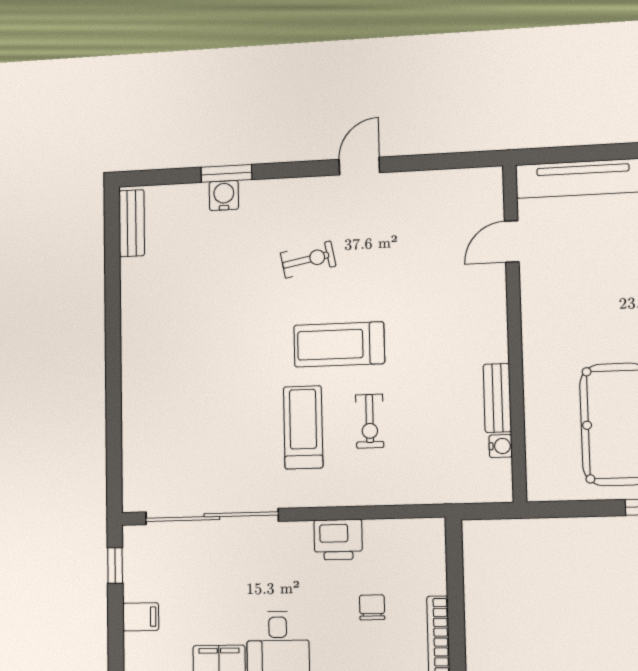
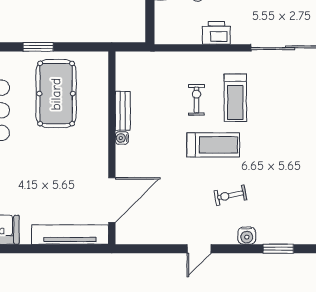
water cooler: (224, 196) -> (247, 236), moved
door: (512, 241) -> (112, 200), width x1.87
water cooler: (501, 446) -> (122, 138), moved

